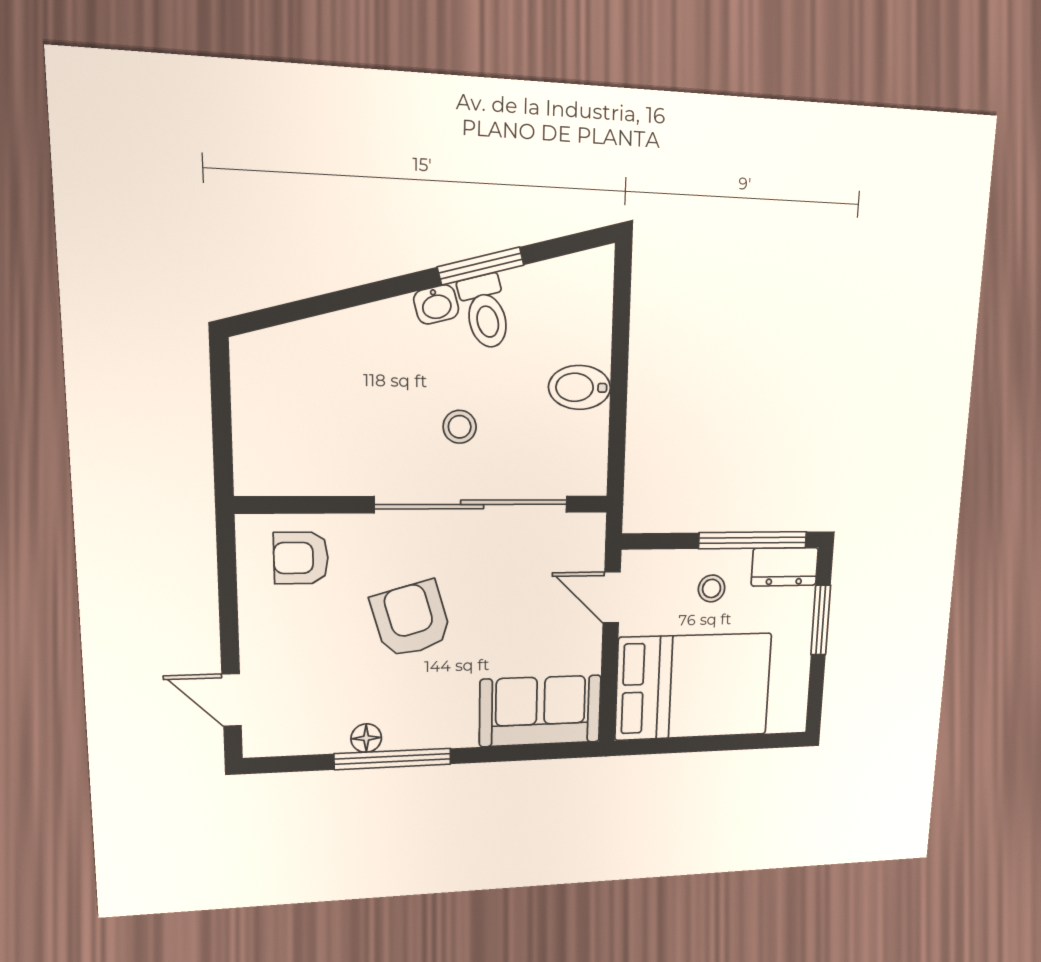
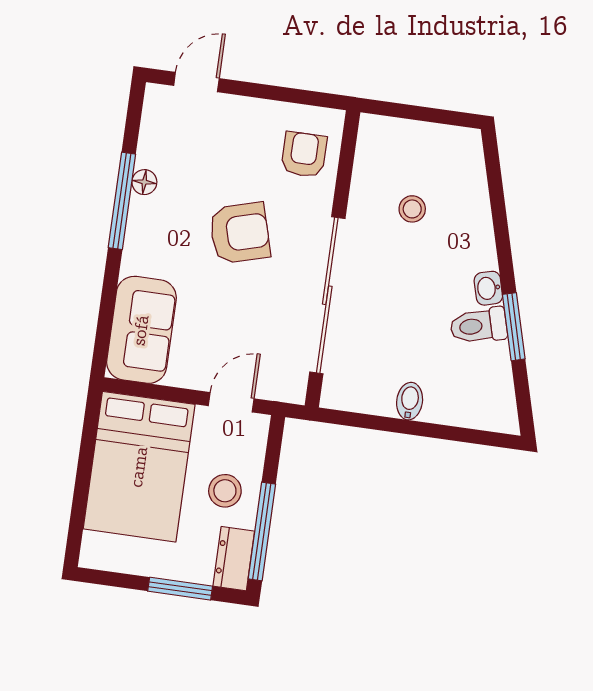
bidet: (580, 387) -> (410, 401), width x0.72, depth x0.74
stool: (460, 427) -> (412, 209), moved
stool: (712, 588) -> (225, 491), width x1.37, depth x1.37

